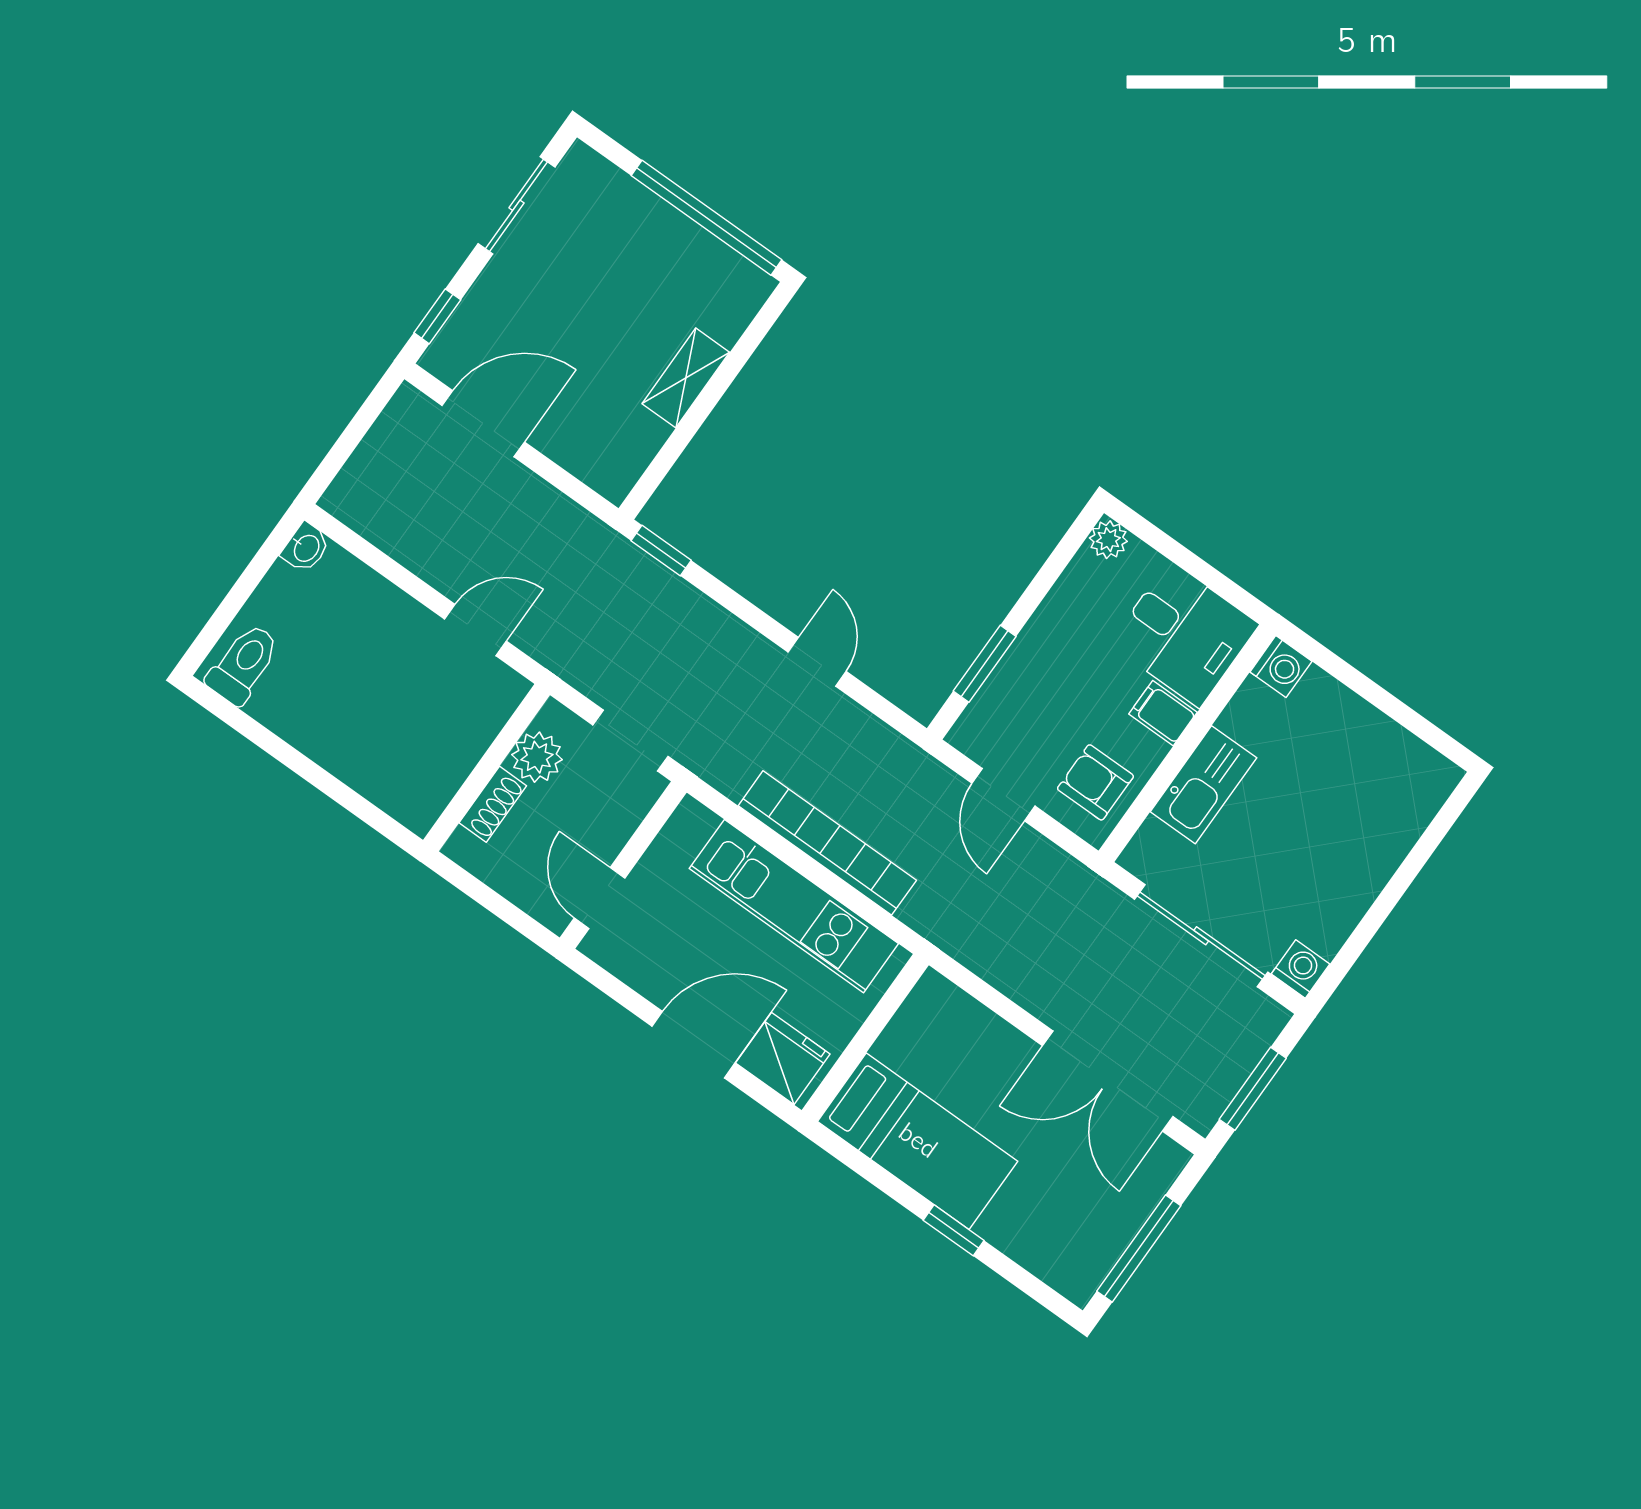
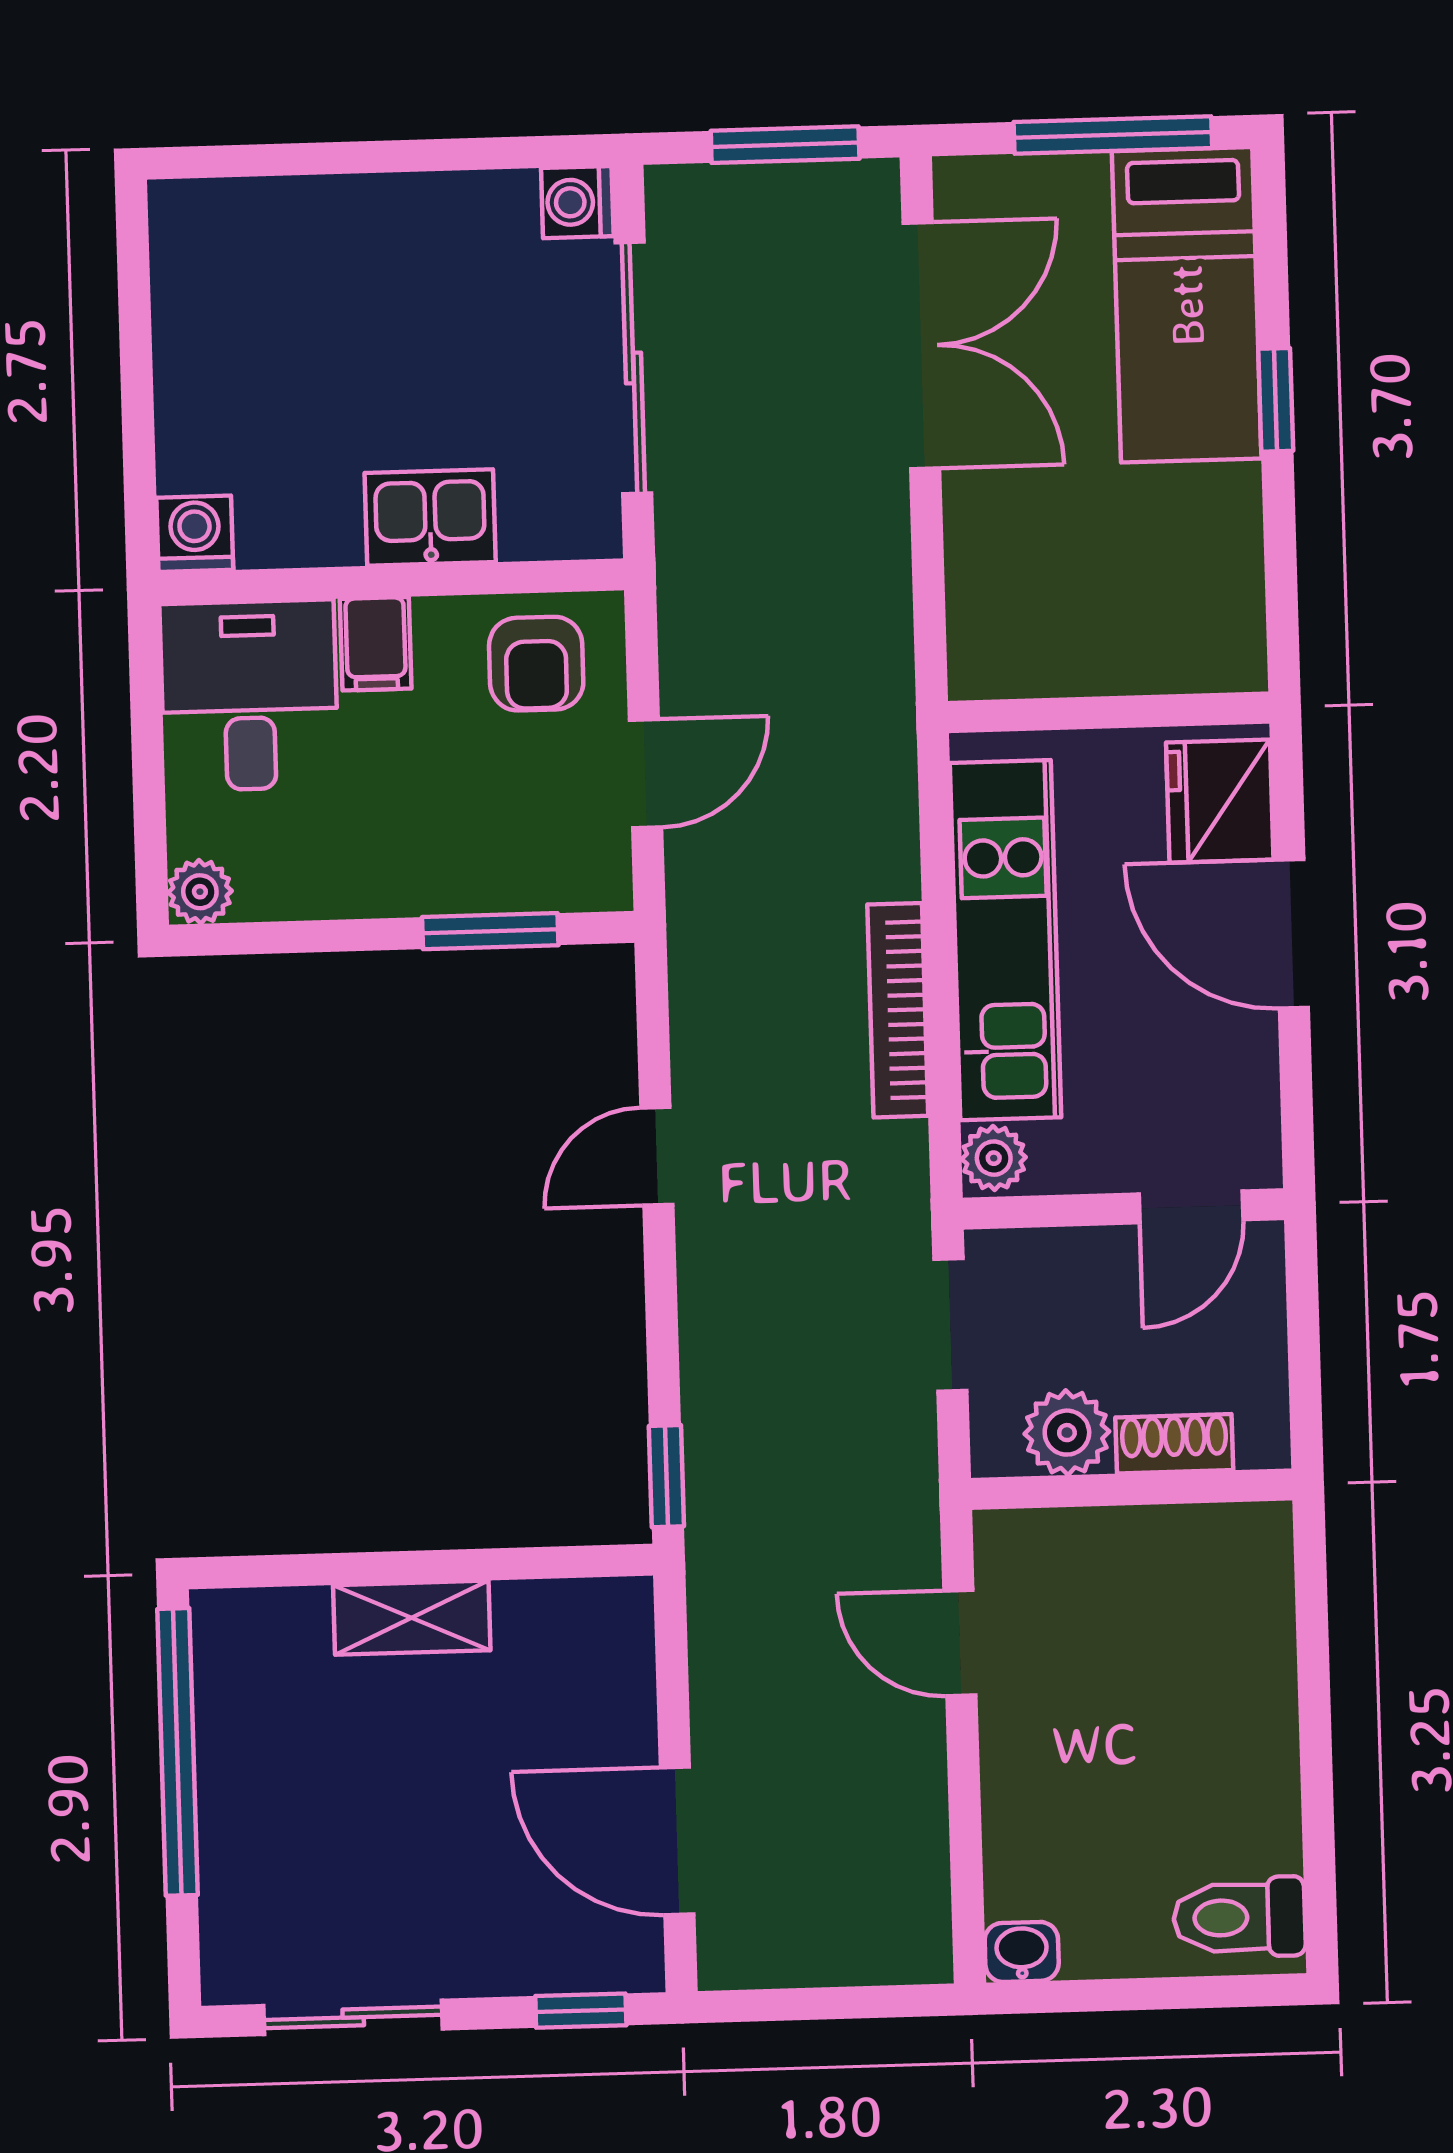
kitchen sink: (1203, 785) -> (430, 518), width x0.73
plant: (694, 822) -> (994, 1158), added
bookcase: (827, 843) -> (898, 1010), width x0.68, depth x0.76
bed: (918, 1141) -> (1187, 305), moved, turned 180

